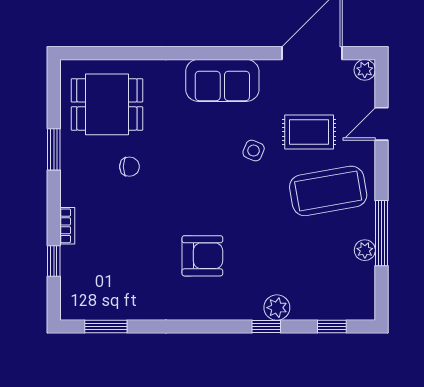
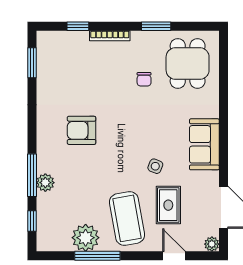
bookcase: (67, 226) -> (110, 36), width x1.56
plant: (365, 250) -> (86, 238), width x1.87, depth x1.87
armchair: (202, 256) -> (82, 130), turned 90
window: (266, 327) -> (32, 175), width x2.17

